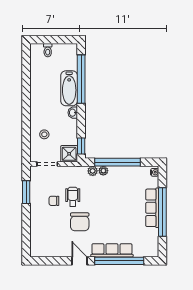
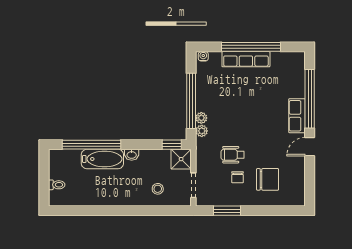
chair: (80, 222) -> (268, 179), moved
row of seats: (112, 250) -> (297, 116), width x0.68

